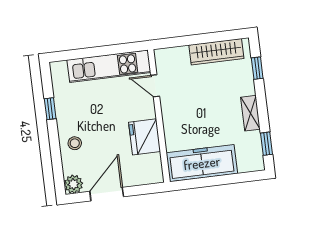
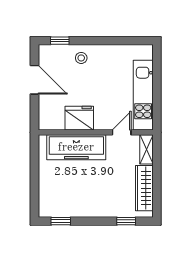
window: (50, 109) -> (60, 41), moved
shelving: (250, 113) -> (146, 149), moved, turned 90
freezer: (202, 163) -> (76, 147), moved, turned 90
plant: (73, 184) -> (46, 53), removed

